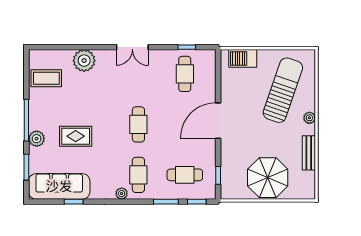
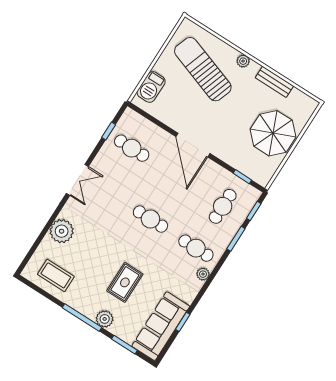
coffee table: (46, 78) -> (56, 275), turned 90

